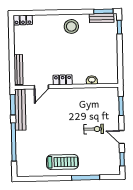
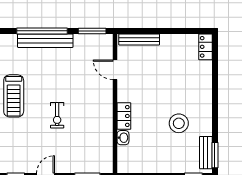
stool: (71, 26) -> (179, 123), moved
locker: (63, 80) -> (124, 116), moved
bench: (20, 110) -> (45, 41), moved
exercise bike: (94, 129) -> (57, 115), moved

